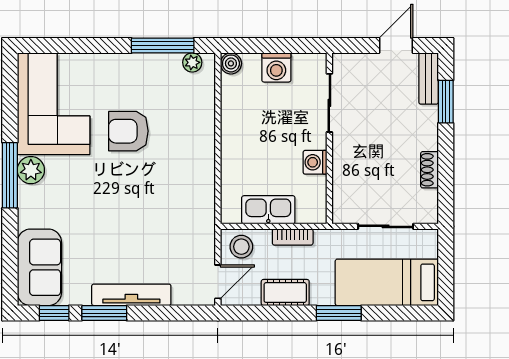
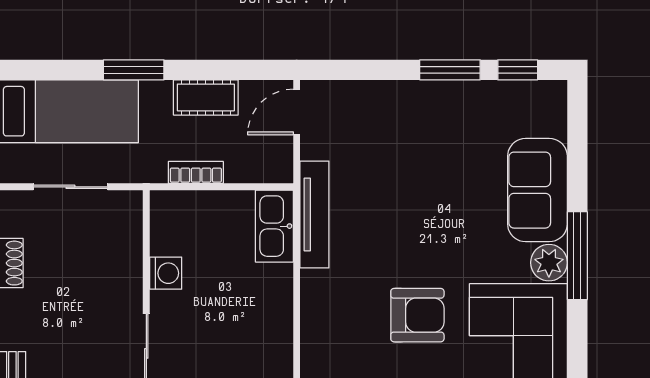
kitchen sink: (268, 210) -> (274, 226), moved, turned 90
stool: (241, 247) -> (265, 159), removed
sofa: (39, 267) -> (537, 190), moved
tv unit: (131, 295) -> (314, 214), moved, turned -90

